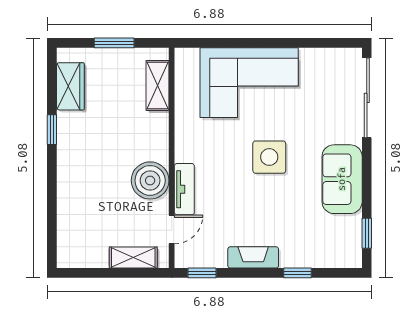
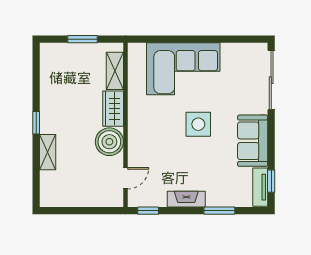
wardrobe: (70, 86) -> (113, 109), moved, turned 180
window: (52, 130) -> (36, 123), moved
tv unit: (184, 189) -> (260, 187), moved, turned 180
shelving: (133, 258) -> (48, 152), moved, turned 90
window: (297, 273) -> (219, 211), width x1.50

